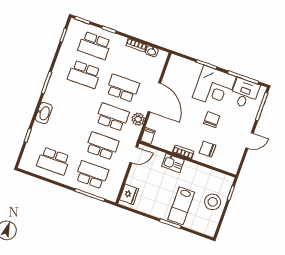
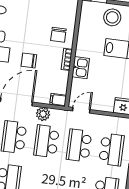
chair: (212, 120) -> (29, 60), moved
door: (134, 155) -> (81, 110), hinge flipped
school desk: (92, 175) -> (111, 150), turned 180

